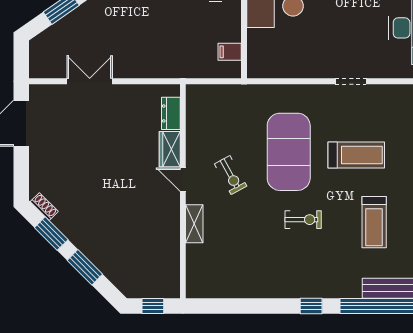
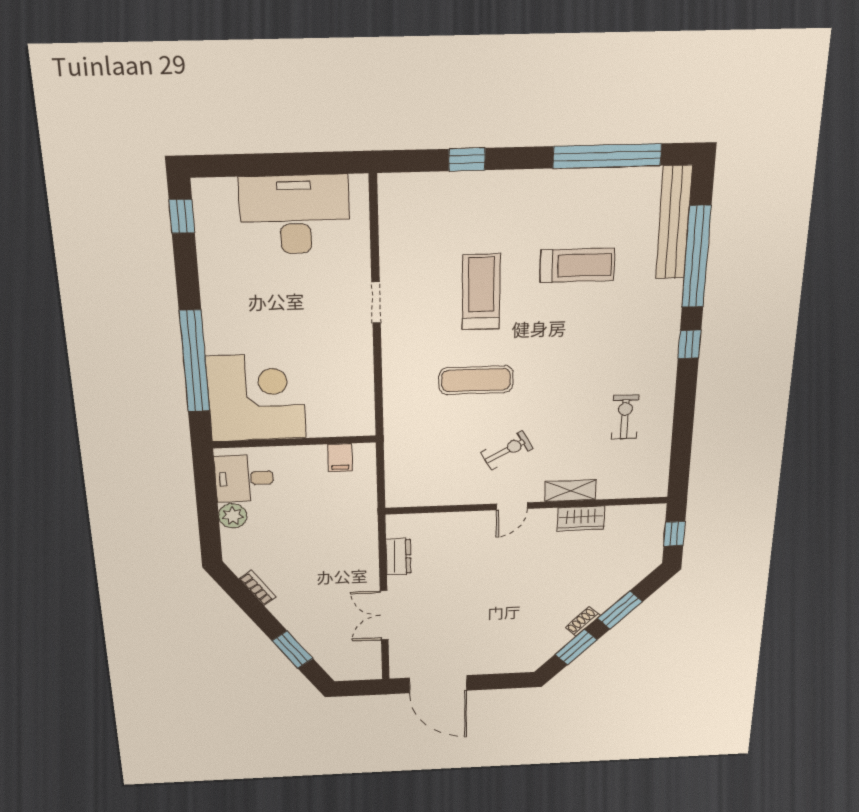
dresser: (171, 113) -> (398, 557), moved, turned -90
wardrobe: (170, 149) -> (581, 519), moved
exercise mat: (289, 152) -> (476, 380), width x0.50, depth x0.69
shoe rack: (44, 207) -> (582, 622), moved
exercise bike: (303, 220) -> (625, 417), moved

